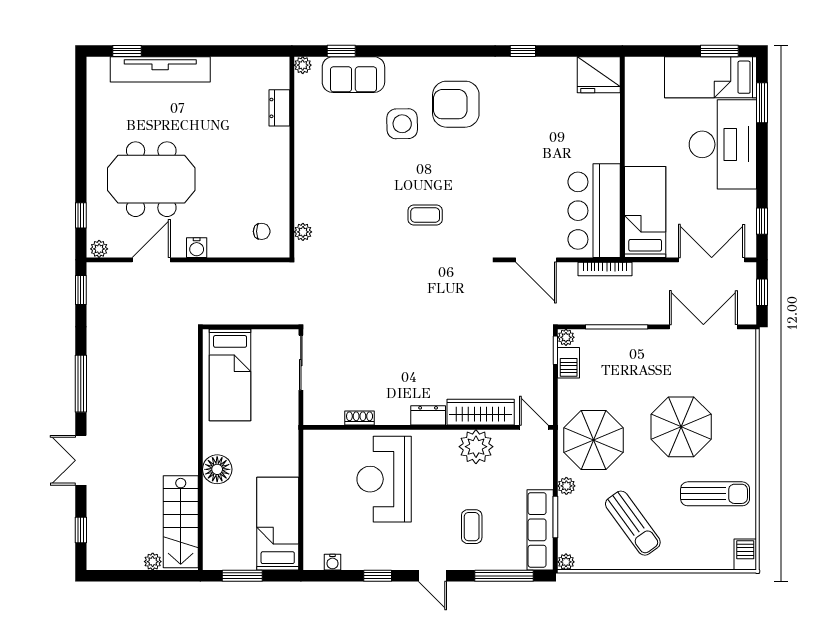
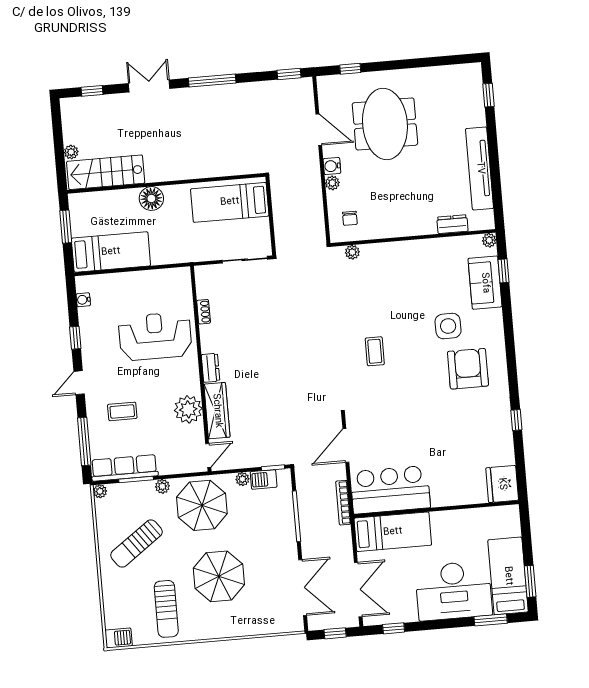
tv unit: (160, 69) -> (480, 168), moved
plant: (99, 249) -> (332, 183), moved
plant: (566, 337) -> (242, 479), moved

